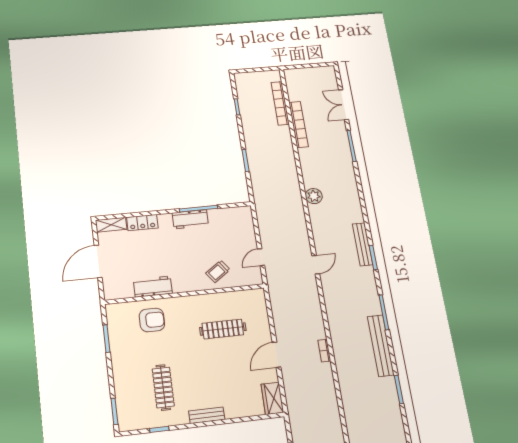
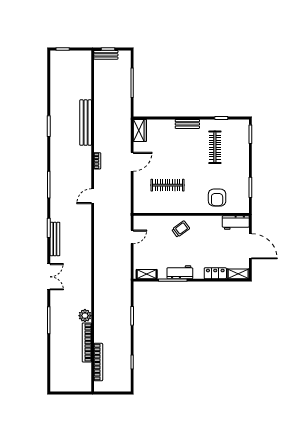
double door: (344, 105) -> (49, 277), moved
plant: (314, 196) -> (85, 316), moved
shelving: (234, 213) -> (147, 274), added
door: (98, 261) -> (250, 246), hinge flipped
door: (316, 265) -> (93, 196), moved
trolley: (218, 271) -> (181, 229), moved
workbench: (153, 287) -> (236, 223), moved
armchair: (152, 320) -> (217, 198), turned -90
bench: (381, 346) -> (86, 123), moved

